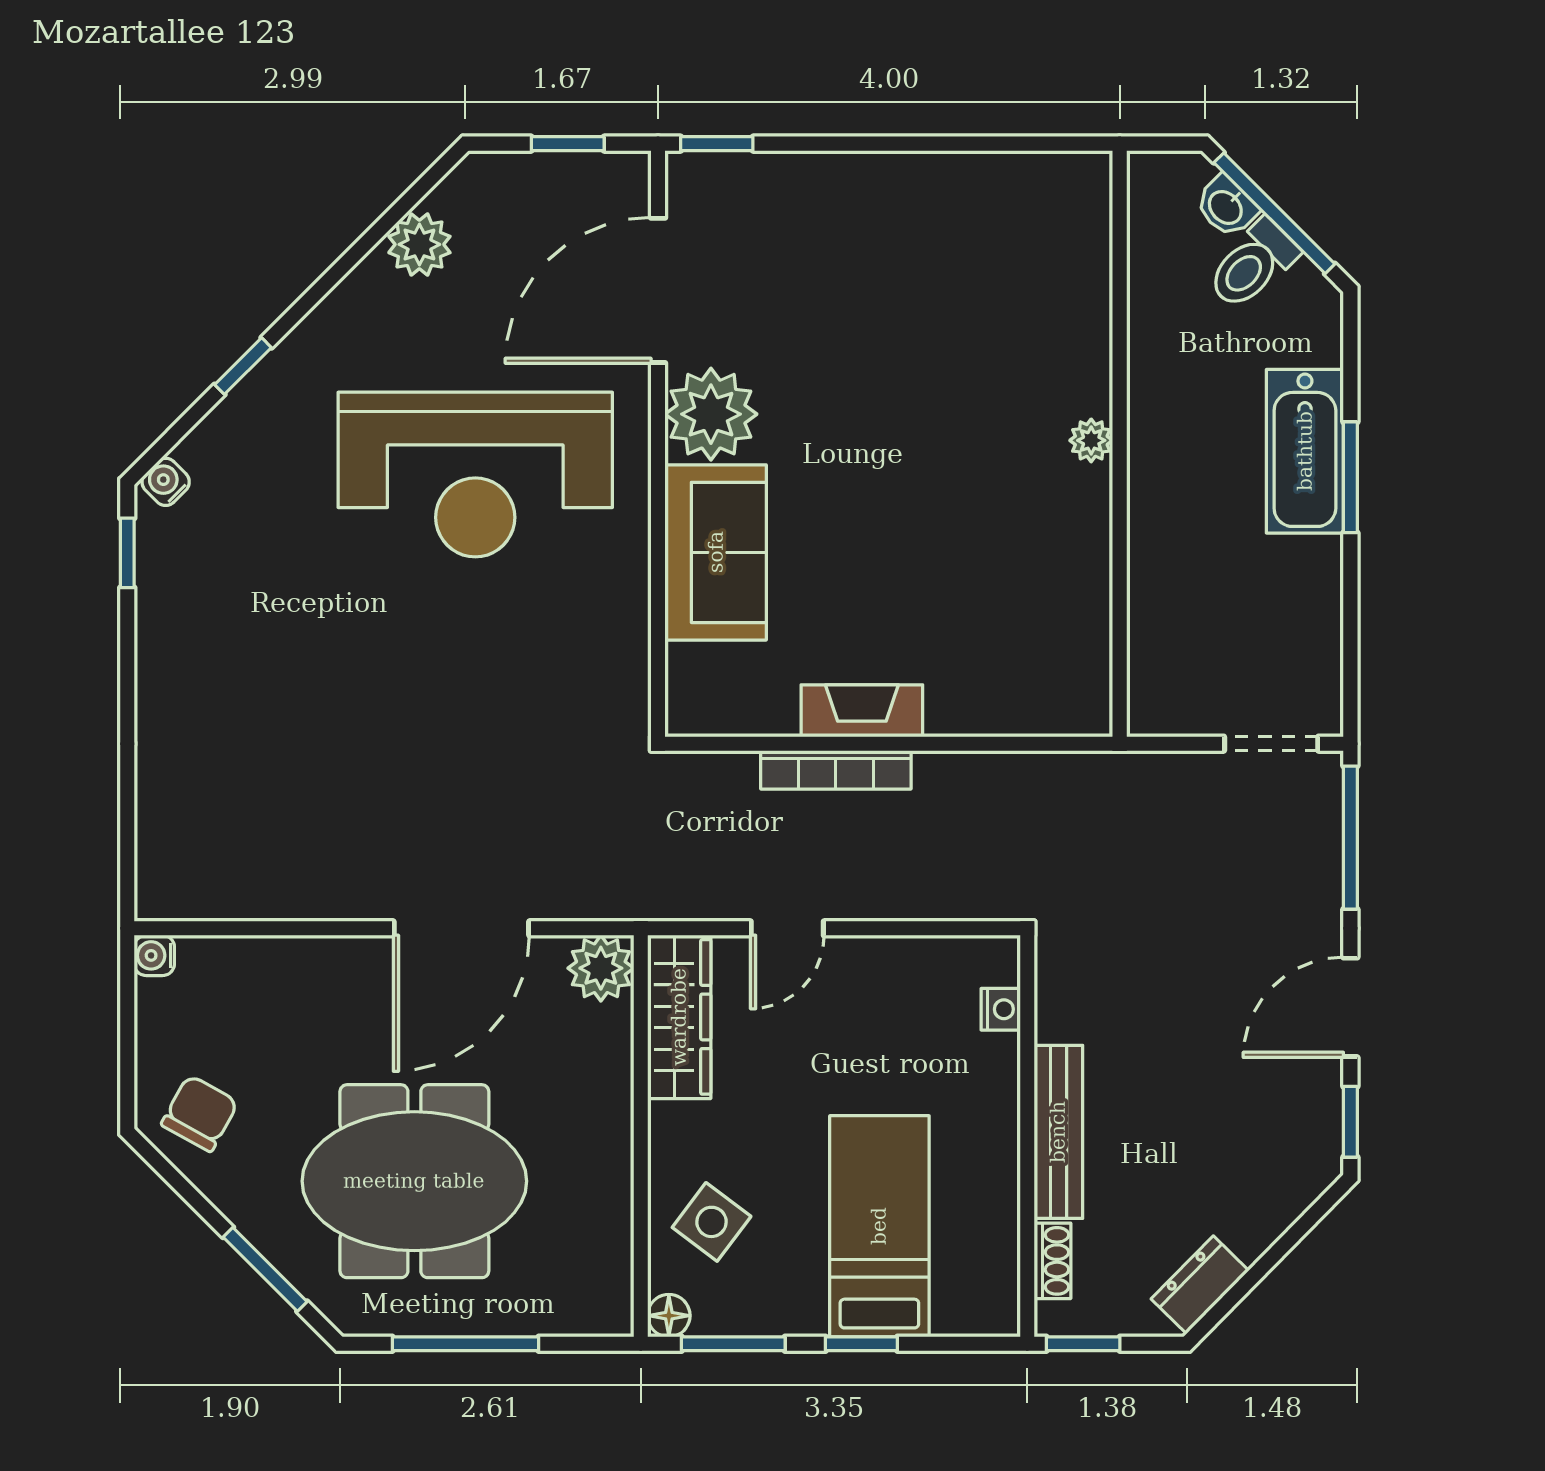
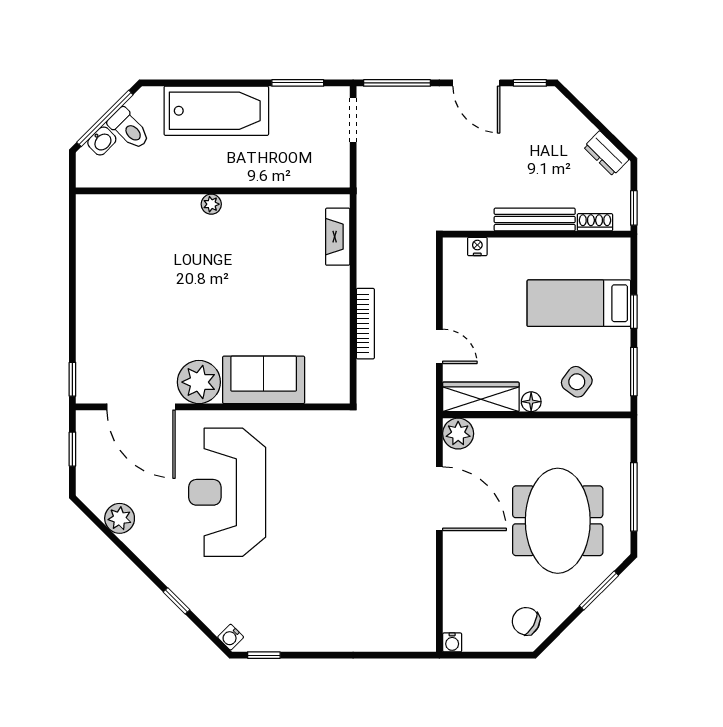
bathtub: (1305, 451) -> (216, 111), width x1.36, depth x1.36
reception desk: (475, 475) -> (227, 492), turned 180
window: (1350, 477) -> (298, 83), moved
fireplace: (862, 711) -> (338, 237), moved
floor lamp: (669, 1316) -> (531, 402), moved

